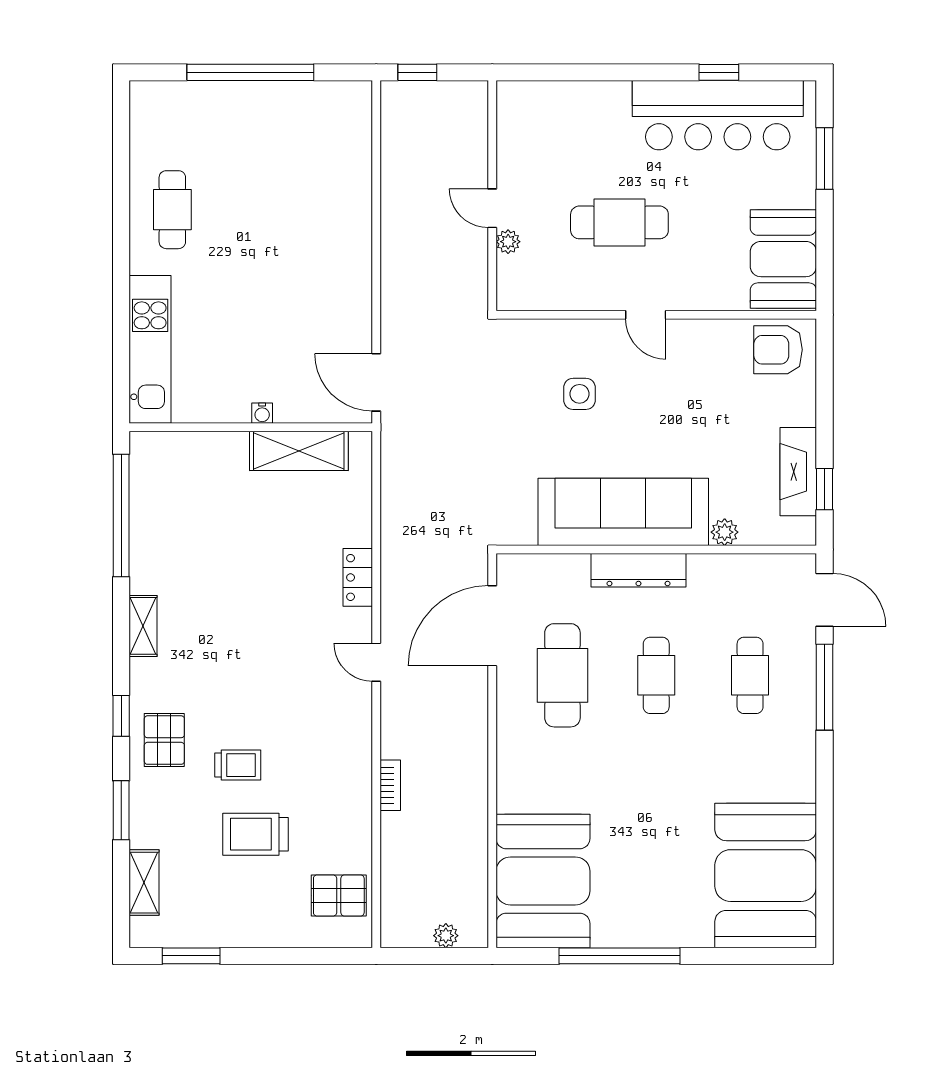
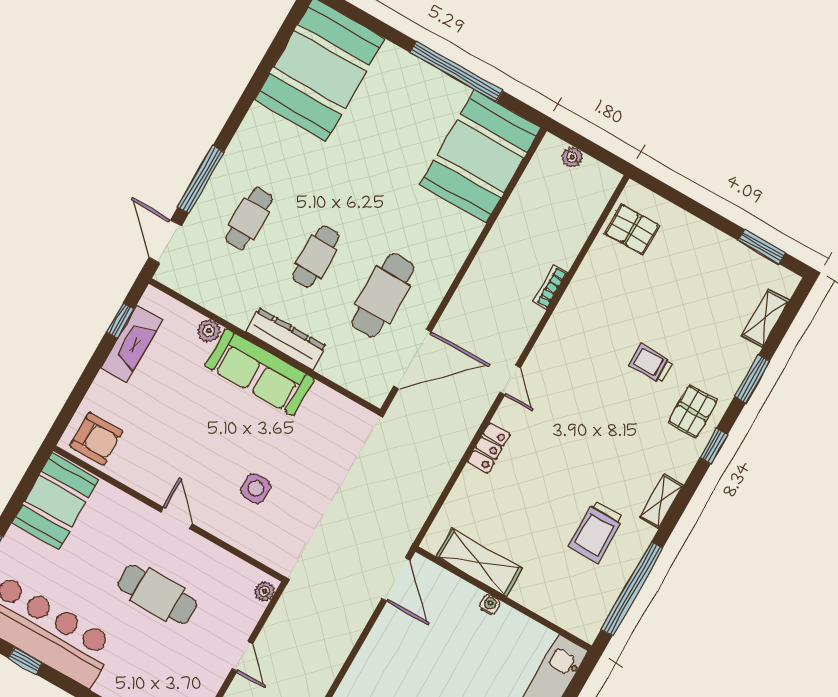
plant: (508, 242) -> (264, 591), moved
sofa: (623, 512) -> (260, 372), width x0.74, depth x0.79
trolley: (255, 834) -> (596, 532), moved, turned 90

